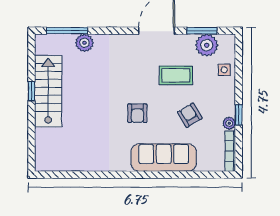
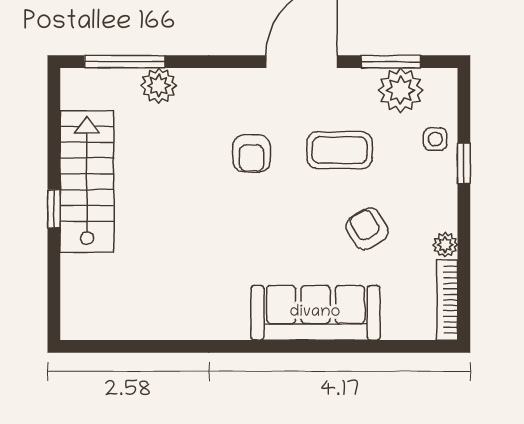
window: (31, 91) -> (54, 209), moved
armchair: (137, 113) -> (252, 154), moved
window: (239, 115) -> (464, 164), moved

